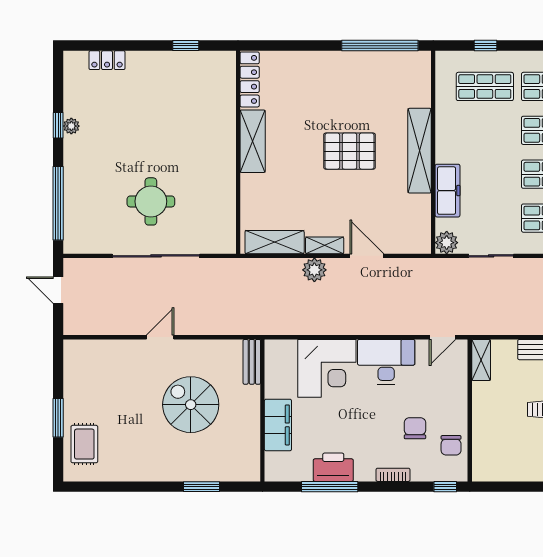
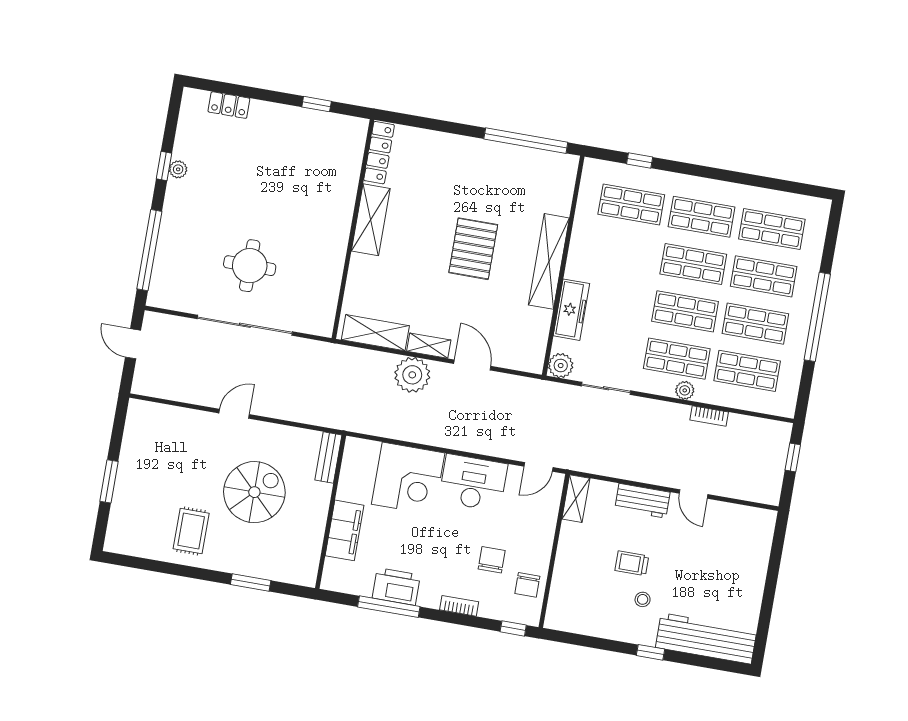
pallet: (349, 151) -> (473, 249), turned 90
plant: (314, 270) -> (412, 375), width x1.36, depth x1.36
spiral stairs: (191, 405) -> (254, 492), turned 90
rug: (84, 444) -> (191, 531), moved

